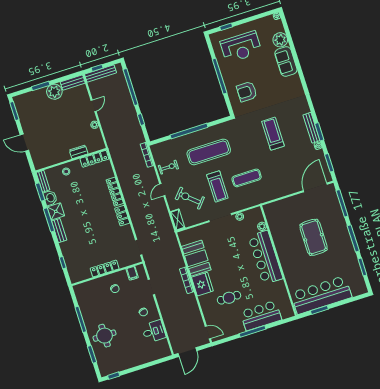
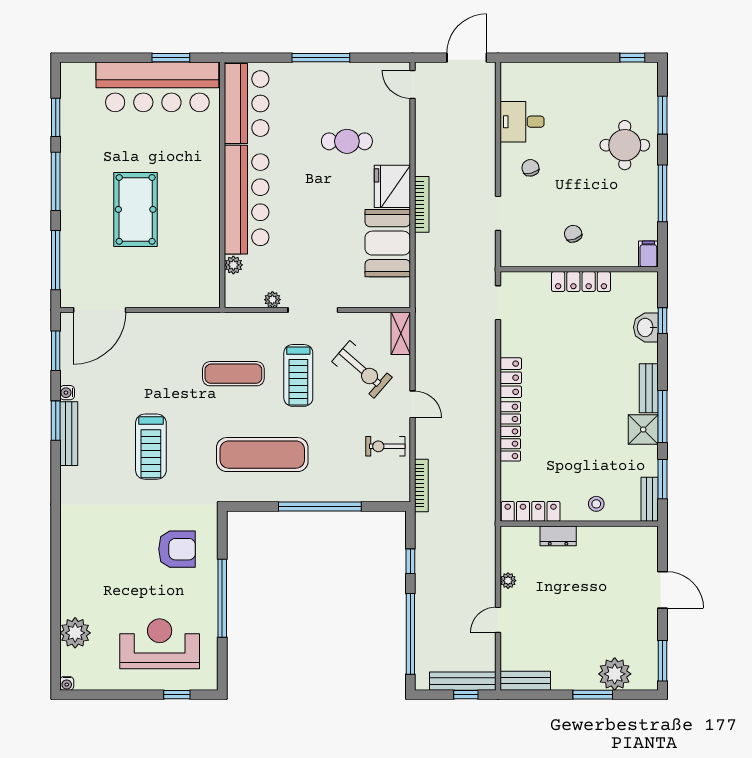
sofa: (286, 61) -> (78, 585), removed
plant: (54, 92) -> (615, 674), moved
exercise mat: (209, 152) -> (262, 455), moved
treadmill: (217, 186) -> (298, 375), turned 180
door: (162, 190) -> (412, 404), hinge flipped
washbasin: (50, 198) -> (646, 327), moved
filing cabinet: (132, 273) -> (648, 254), moved
bar counter: (261, 316) -> (247, 104), moved, turned -90

